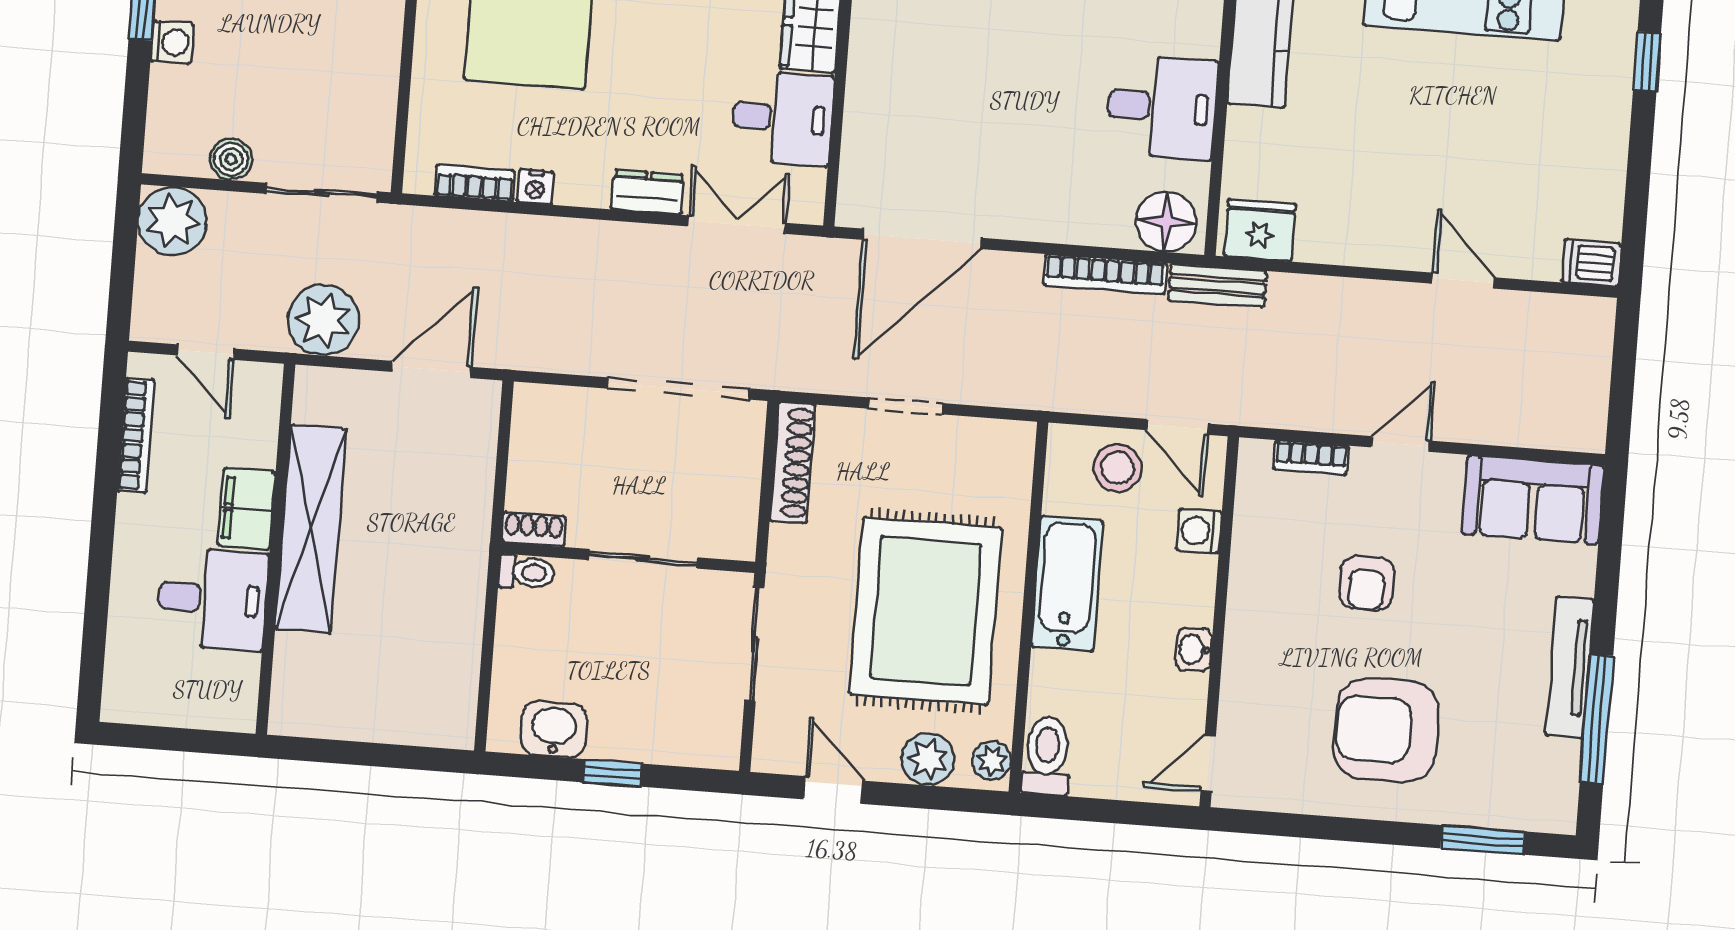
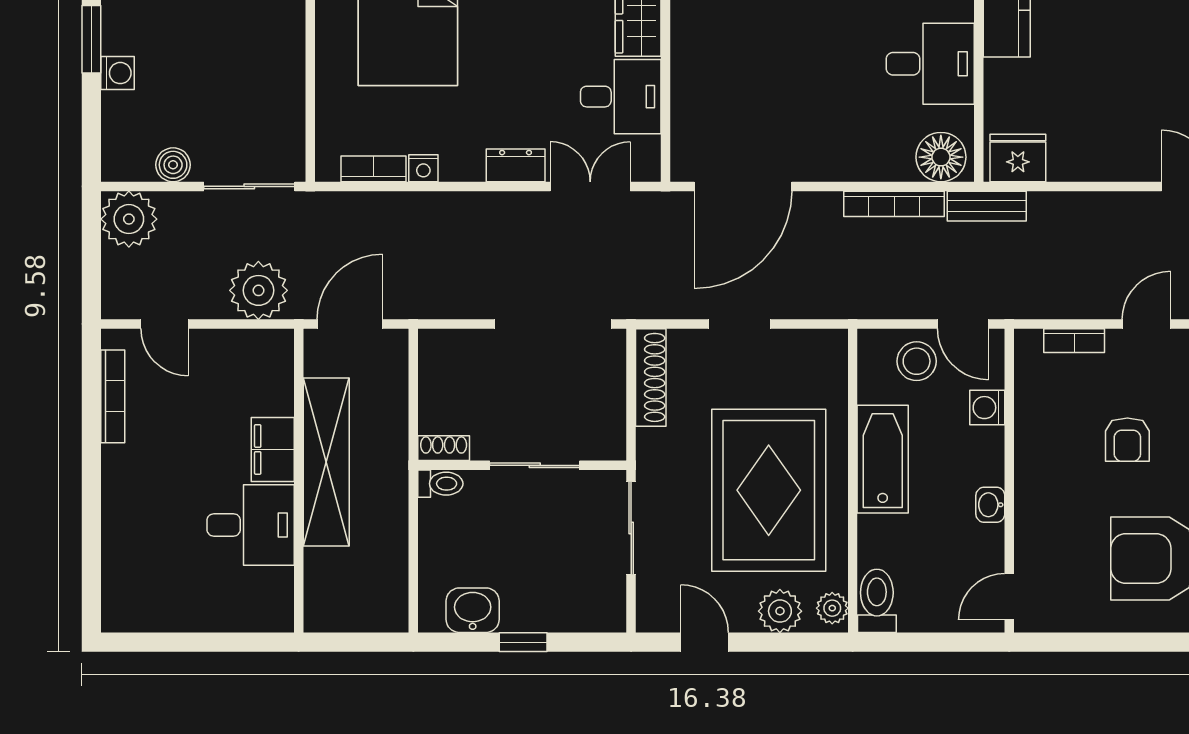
filing cabinet: (247, 509) -> (273, 449), moved
shelving: (311, 529) -> (326, 462), moved
wall: (275, 549) -> (299, 481), moved
desk: (213, 599) -> (251, 525), moved

